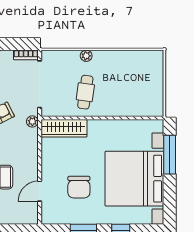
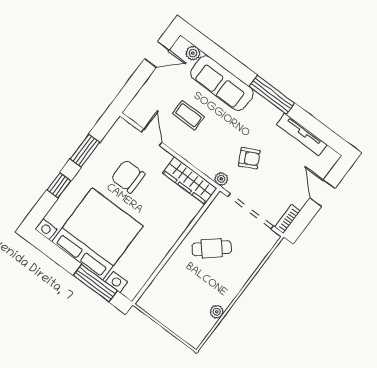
plant: (86, 56) -> (217, 312), moved
cafe table: (85, 92) -> (212, 248), turned -49
wardrobe: (64, 128) -> (190, 181), moved, turned -90

